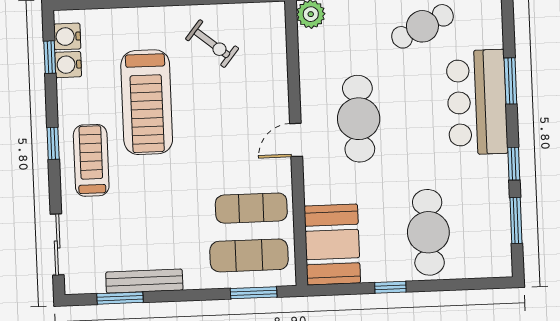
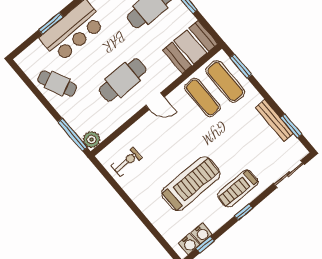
exercise bike: (212, 44) -> (126, 162), moved, turned 51

